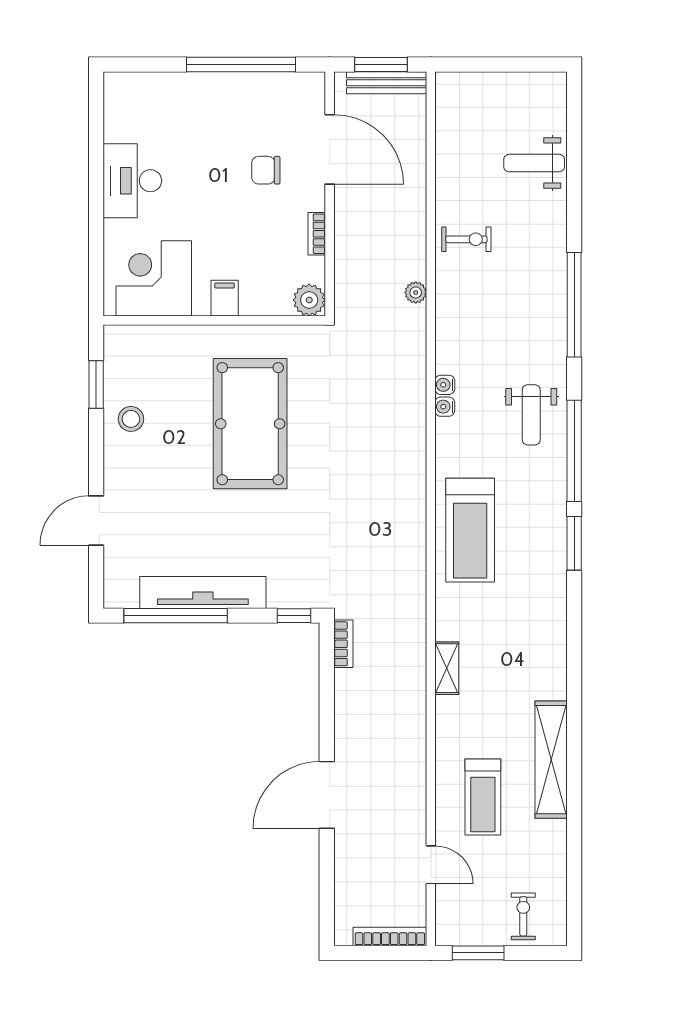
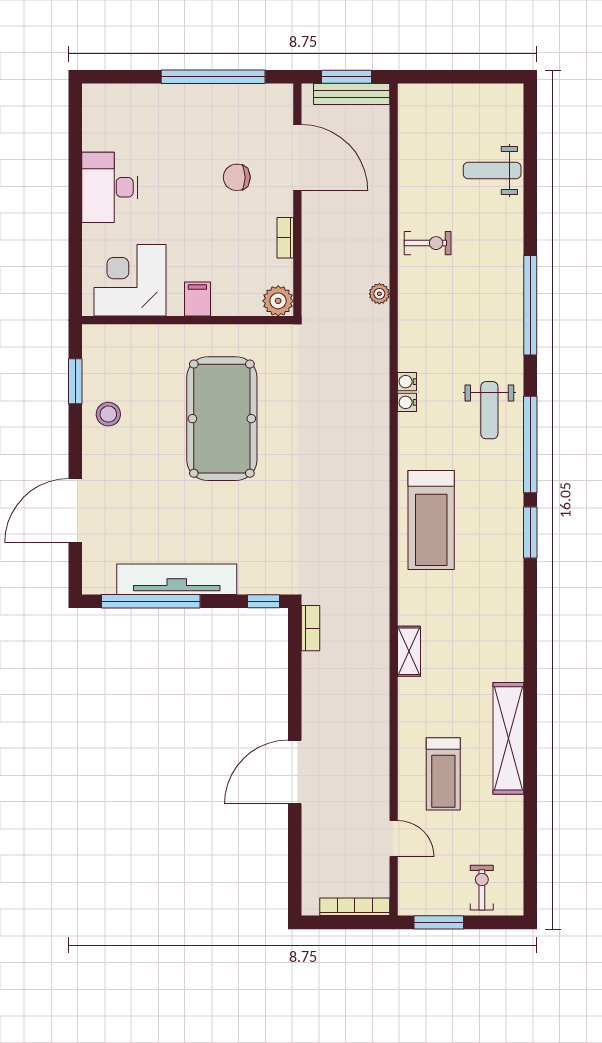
door: (96, 520) -> (75, 511), width x1.36

